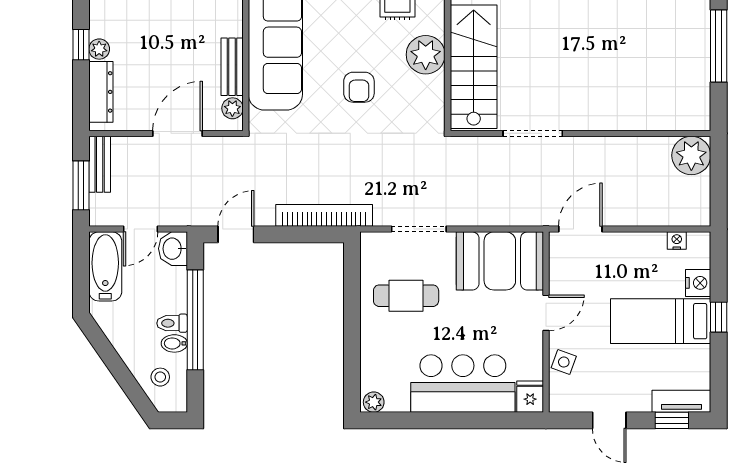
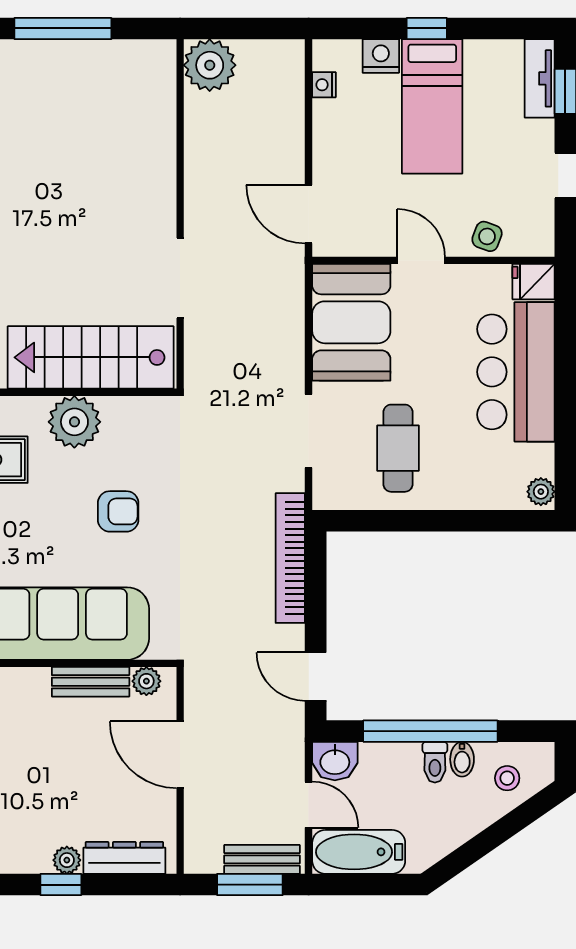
bench: (100, 164) -> (262, 859), moved

